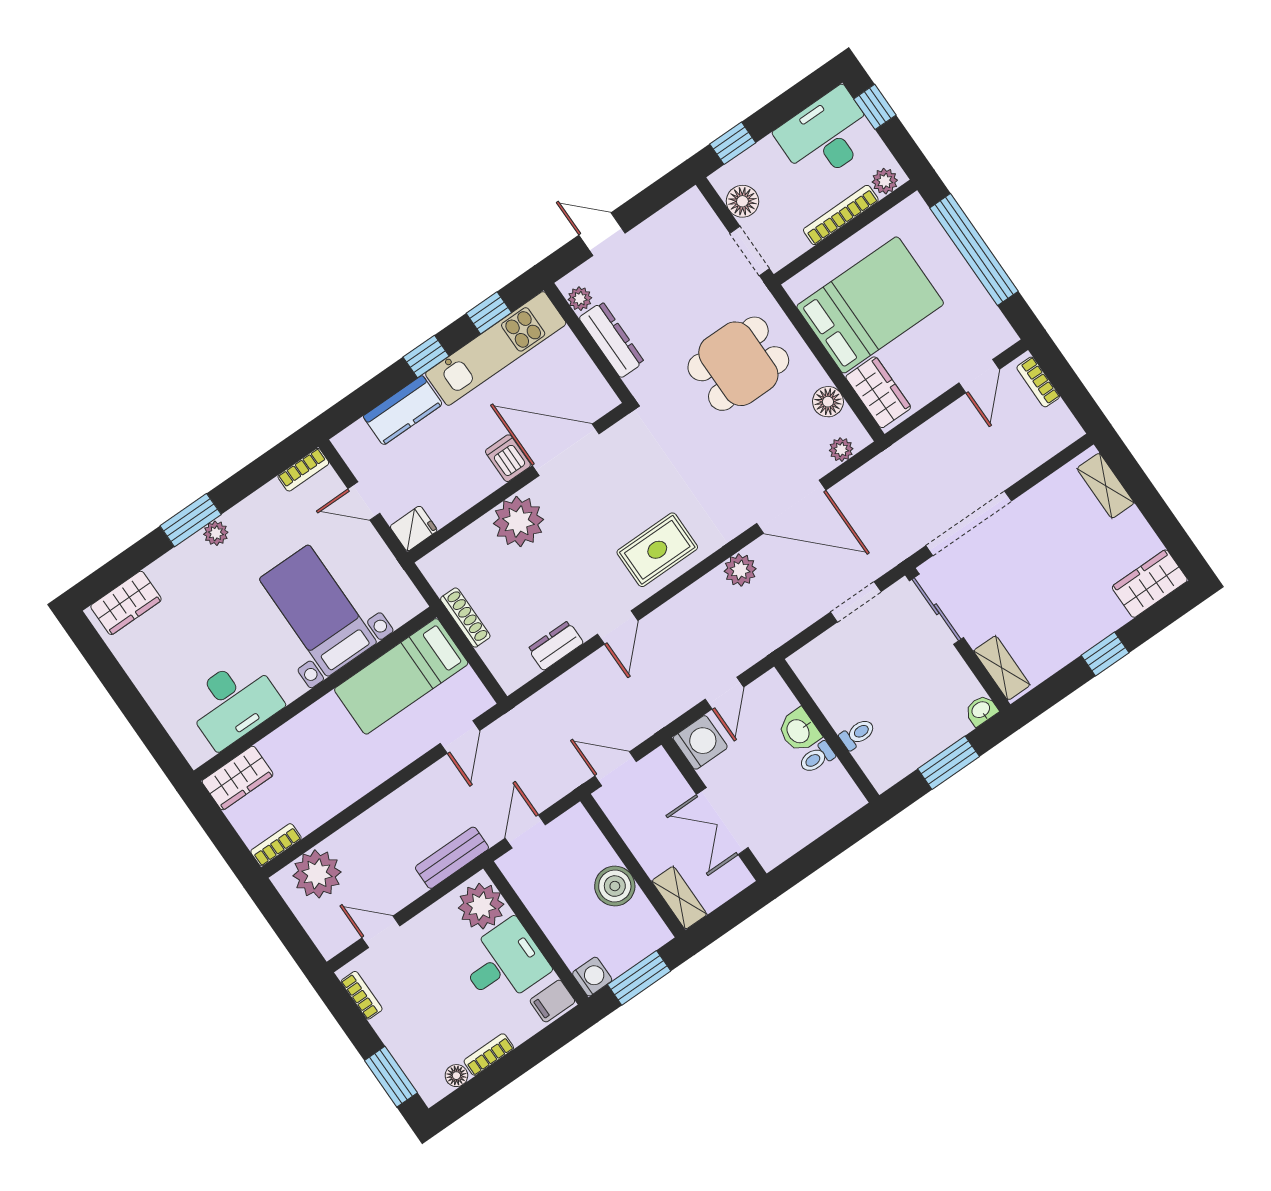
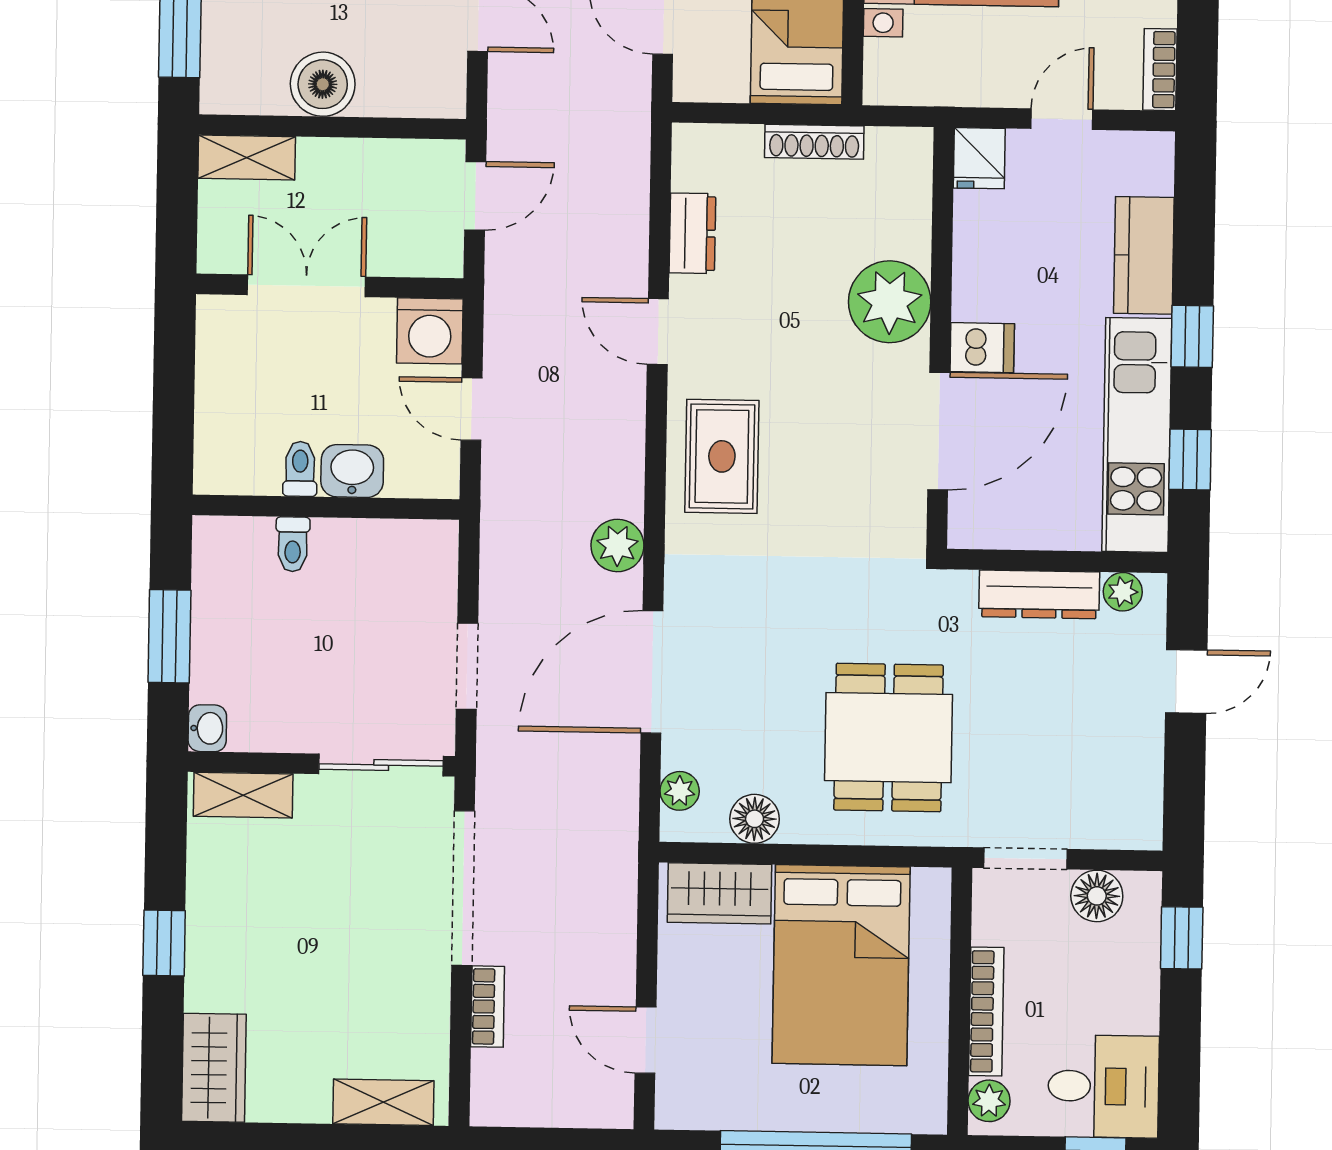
desk: (826, 136) -> (1103, 1086), width x0.73
bookcase: (1038, 382) -> (488, 1007), moved, turned 90

